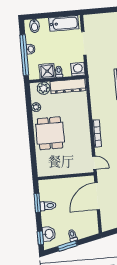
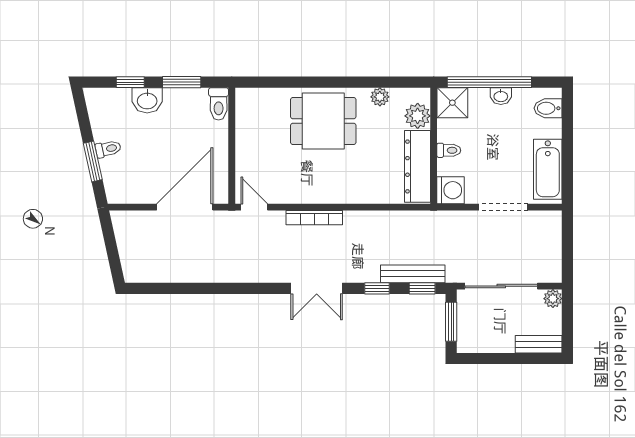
shower: (47, 71) -> (452, 103), moved
door: (94, 163) -> (254, 207), swing flipped
door: (97, 196) -> (185, 207), hinge flipped
toilet: (48, 206) -> (219, 104), moved
washbasin: (49, 234) -> (147, 100), moved
window: (40, 238) -> (130, 82), moved
window: (67, 246) -> (93, 161), moved

